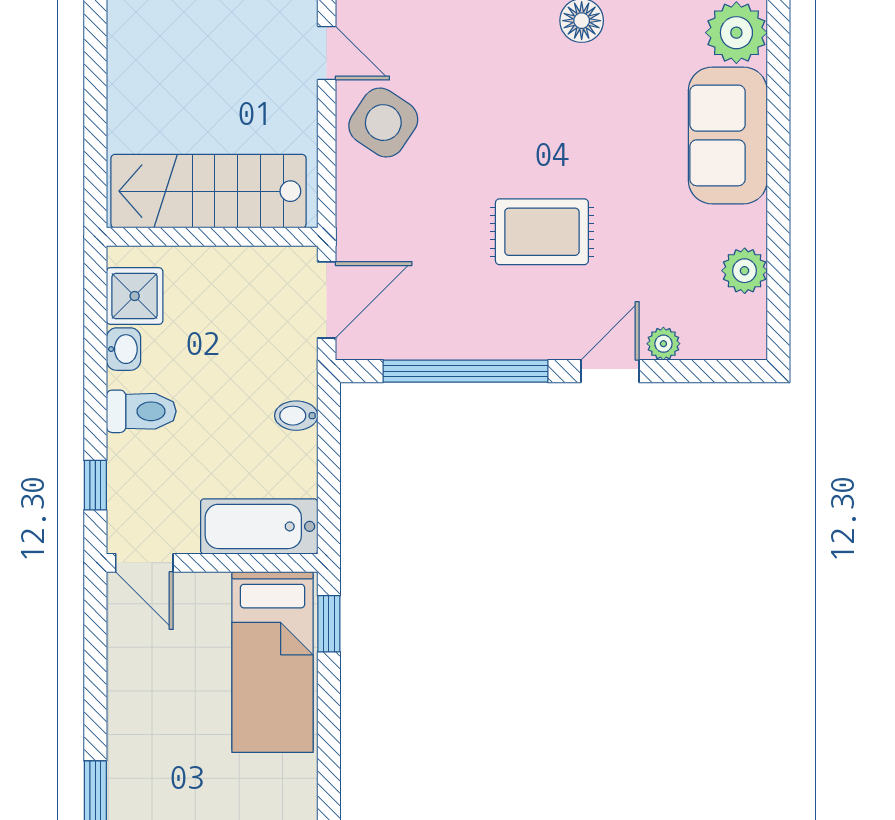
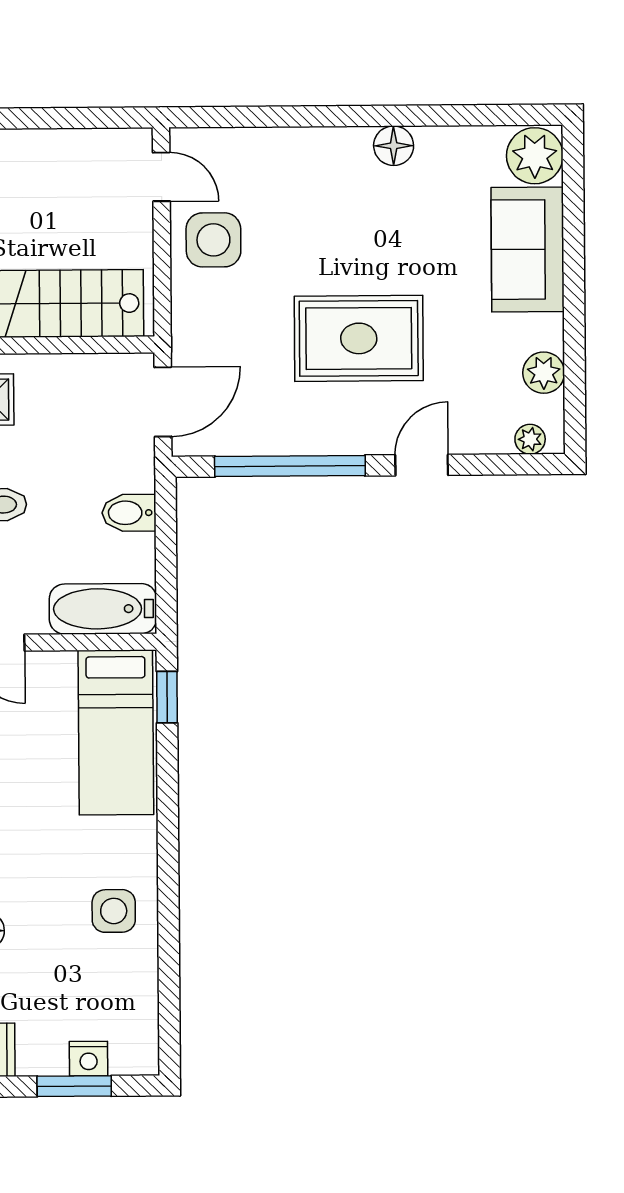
side table: (383, 123) -> (213, 240), turned -34
rug: (542, 232) -> (359, 338), width x1.36, depth x1.43
plant: (663, 344) -> (530, 439), moved
bidet: (296, 416) -> (129, 513), width x1.38, depth x1.36

